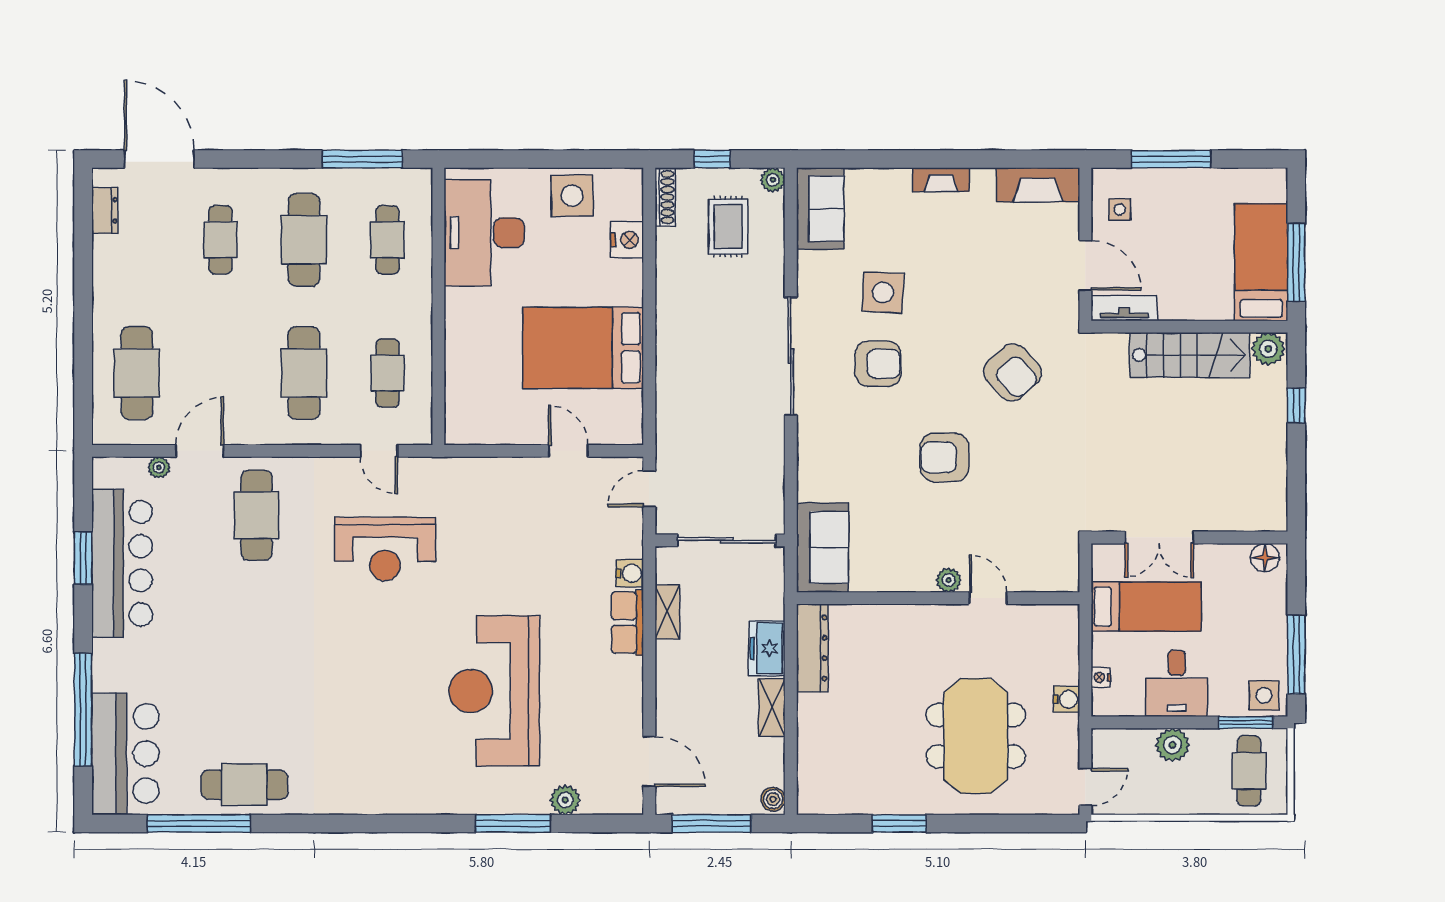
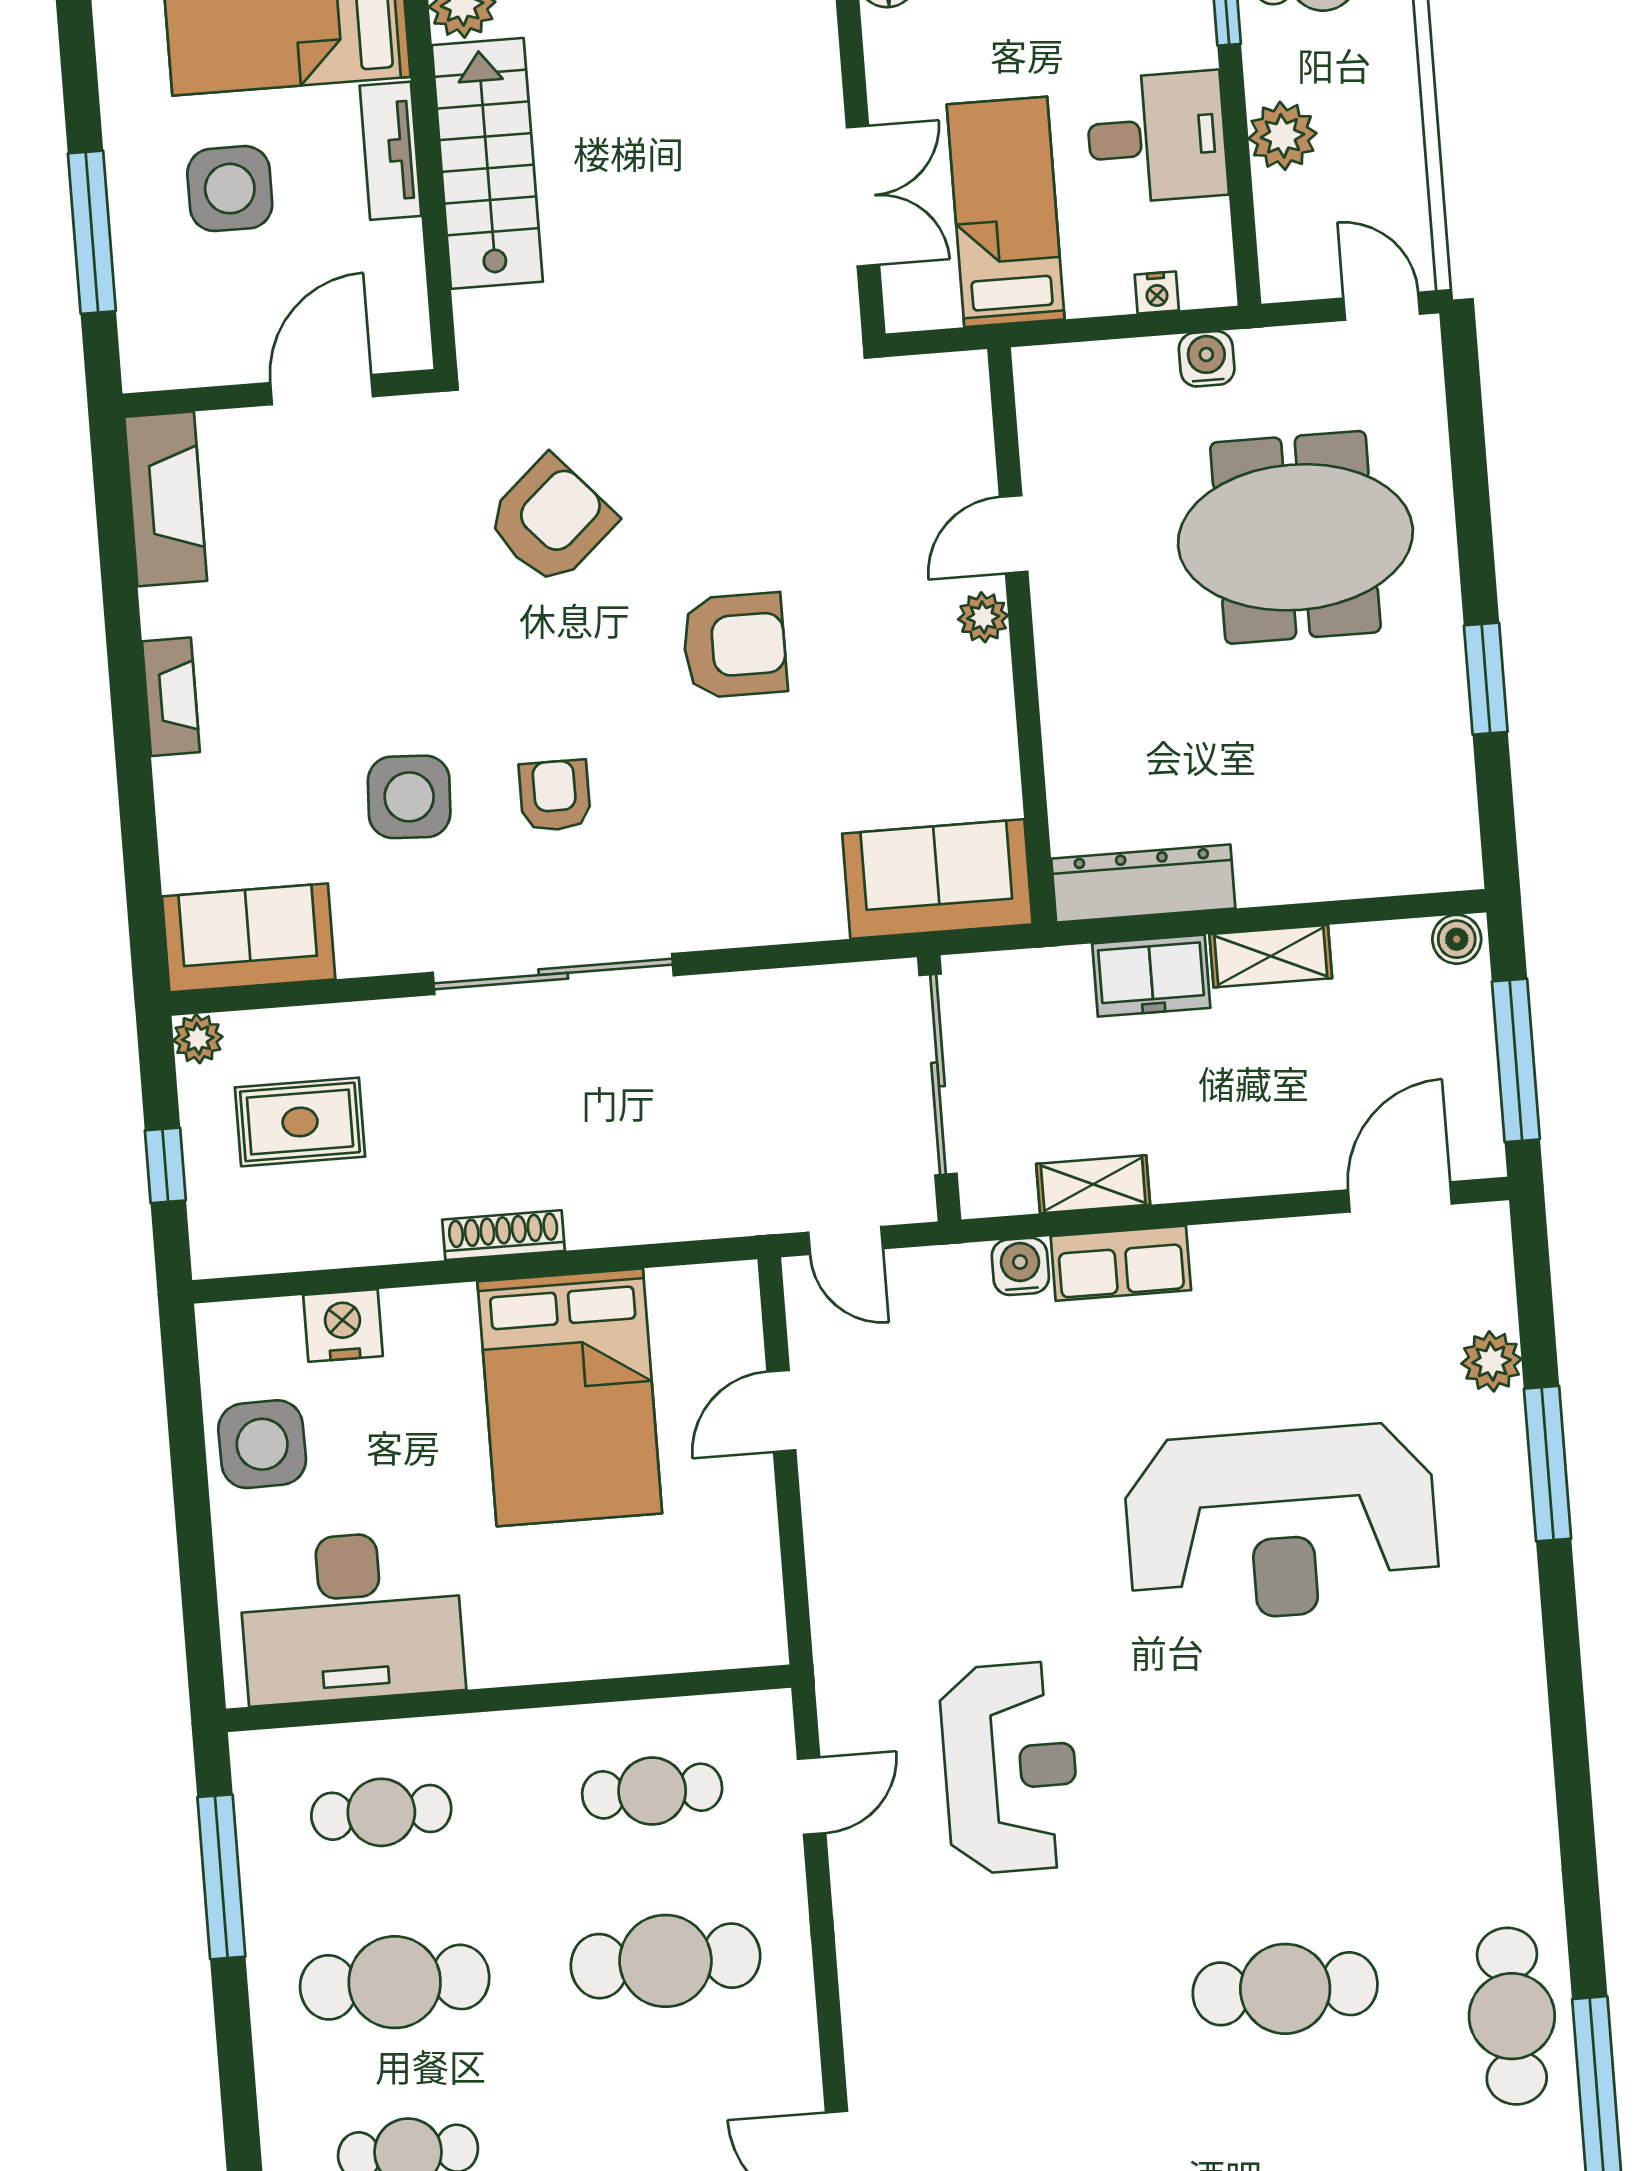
shoe rack: (665, 197) -> (504, 1235), moved
side table: (1120, 209) -> (230, 189), moved, width x1.87, depth x1.87
tv unit: (1124, 308) -> (391, 151), moved
armchair: (878, 364) -> (555, 796), width x0.72, depth x0.72
armchair: (944, 457) -> (735, 645), turned -90
cafe table: (257, 515) -> (1285, 1989), moved

